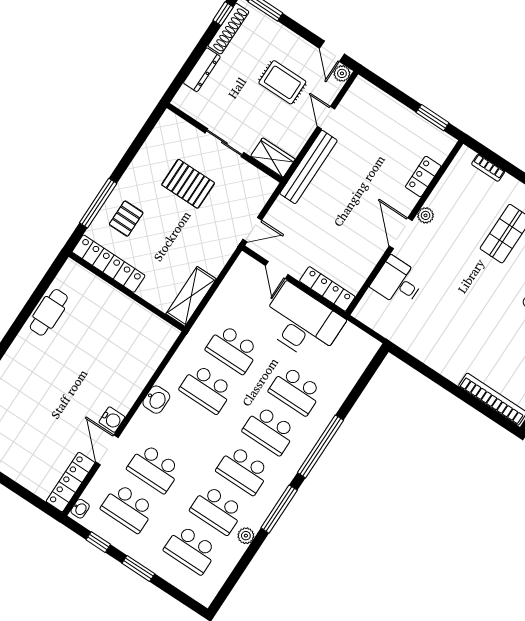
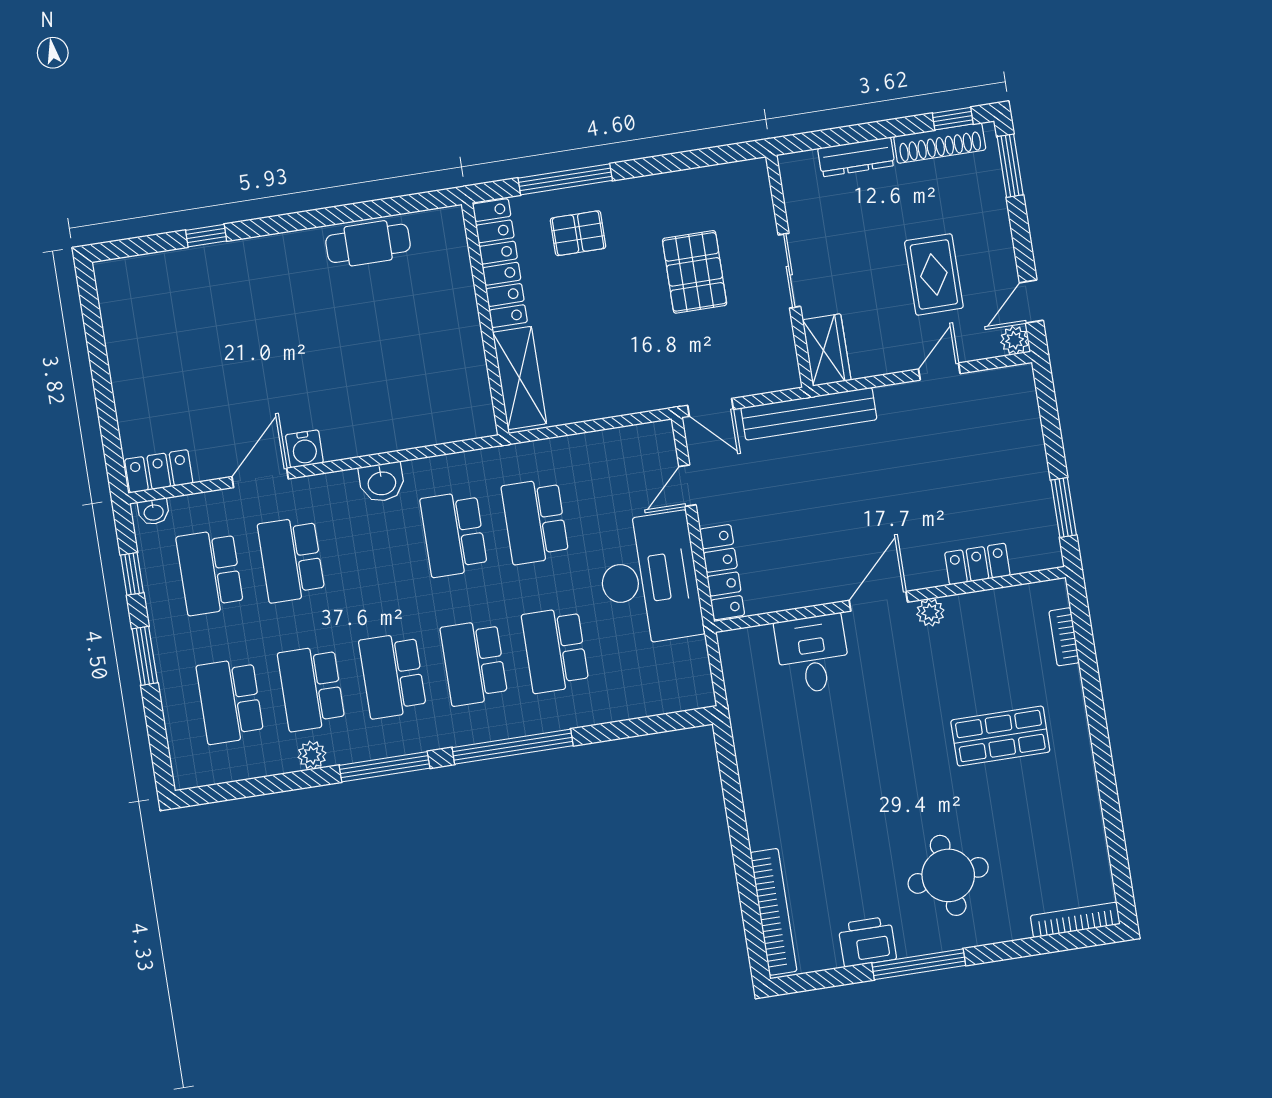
bench: (308, 167) -> (809, 414), moved
shelving: (191, 296) -> (519, 378), moved, turned 90
locker: (70, 482) -> (159, 471), width x0.66

